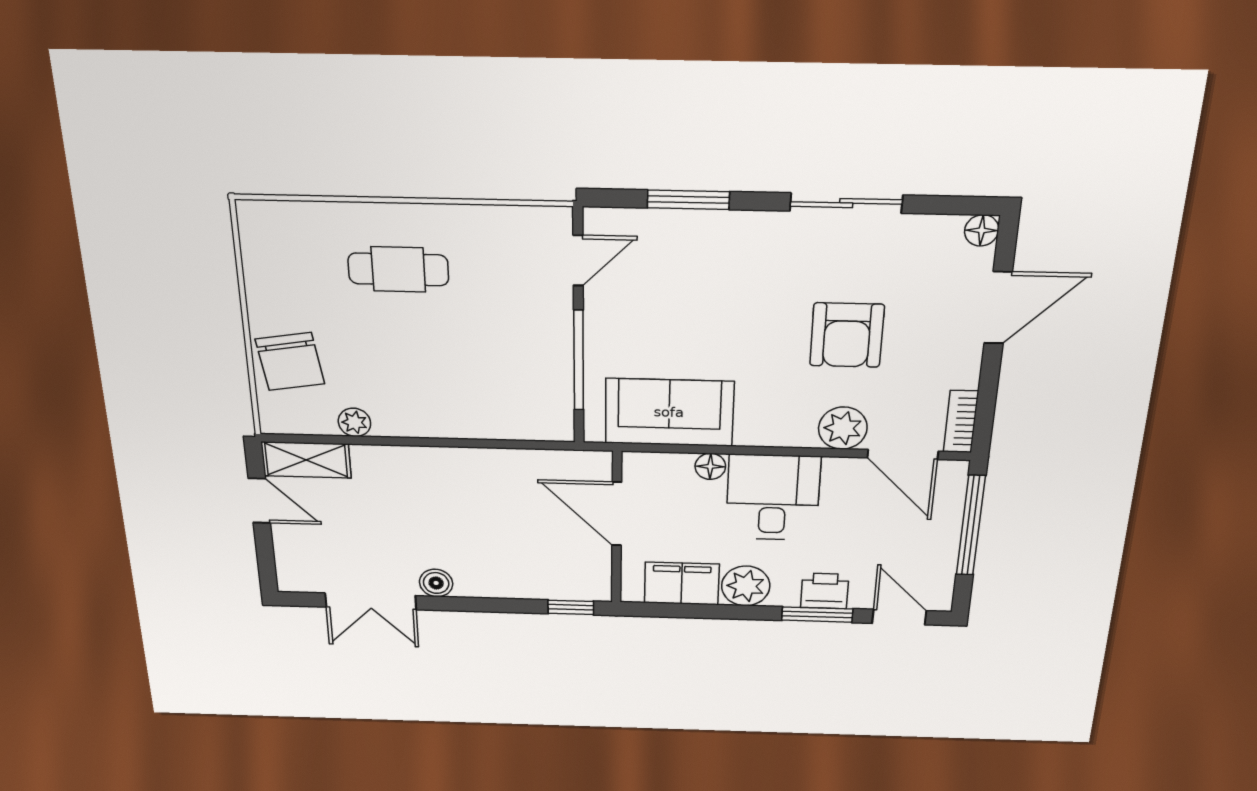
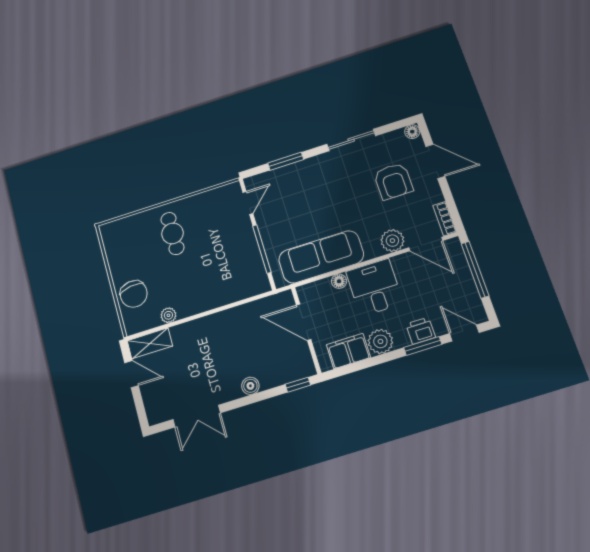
cafe table: (398, 269) -> (172, 233), turned 90
door: (998, 308) -> (435, 161), hinge flipped
armchair: (847, 335) -> (393, 181), moved
sofa: (669, 412) -> (321, 257), width x1.36
boiler: (436, 583) -> (250, 386), moved

